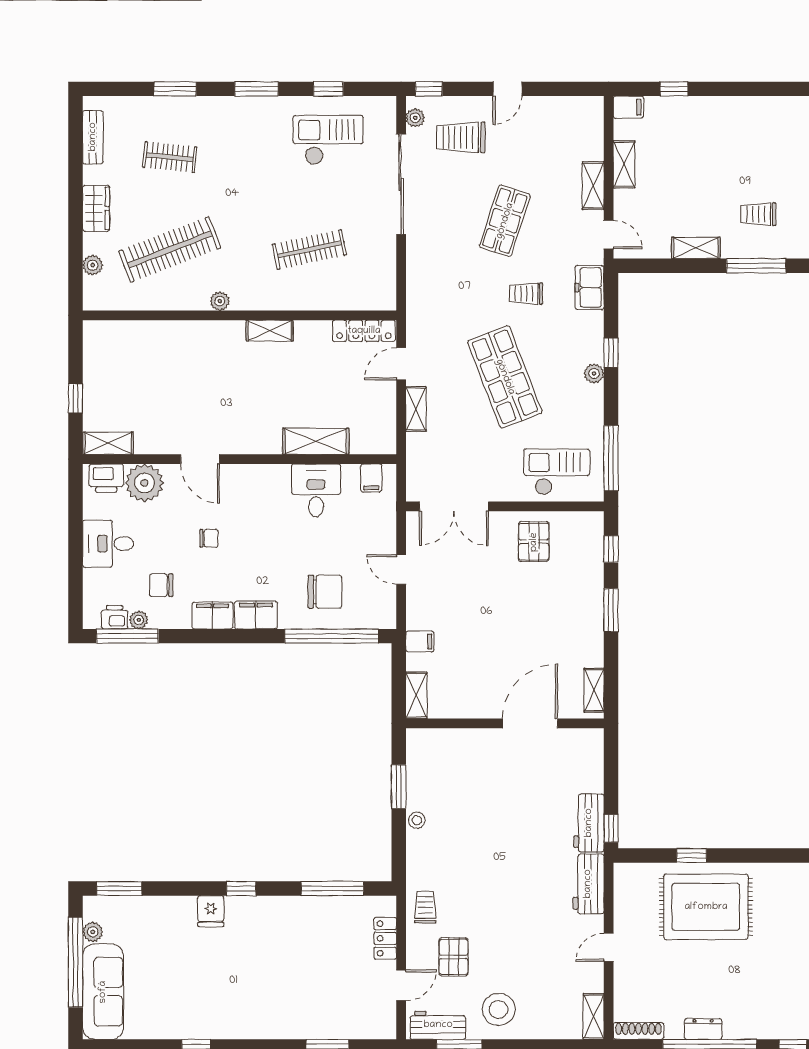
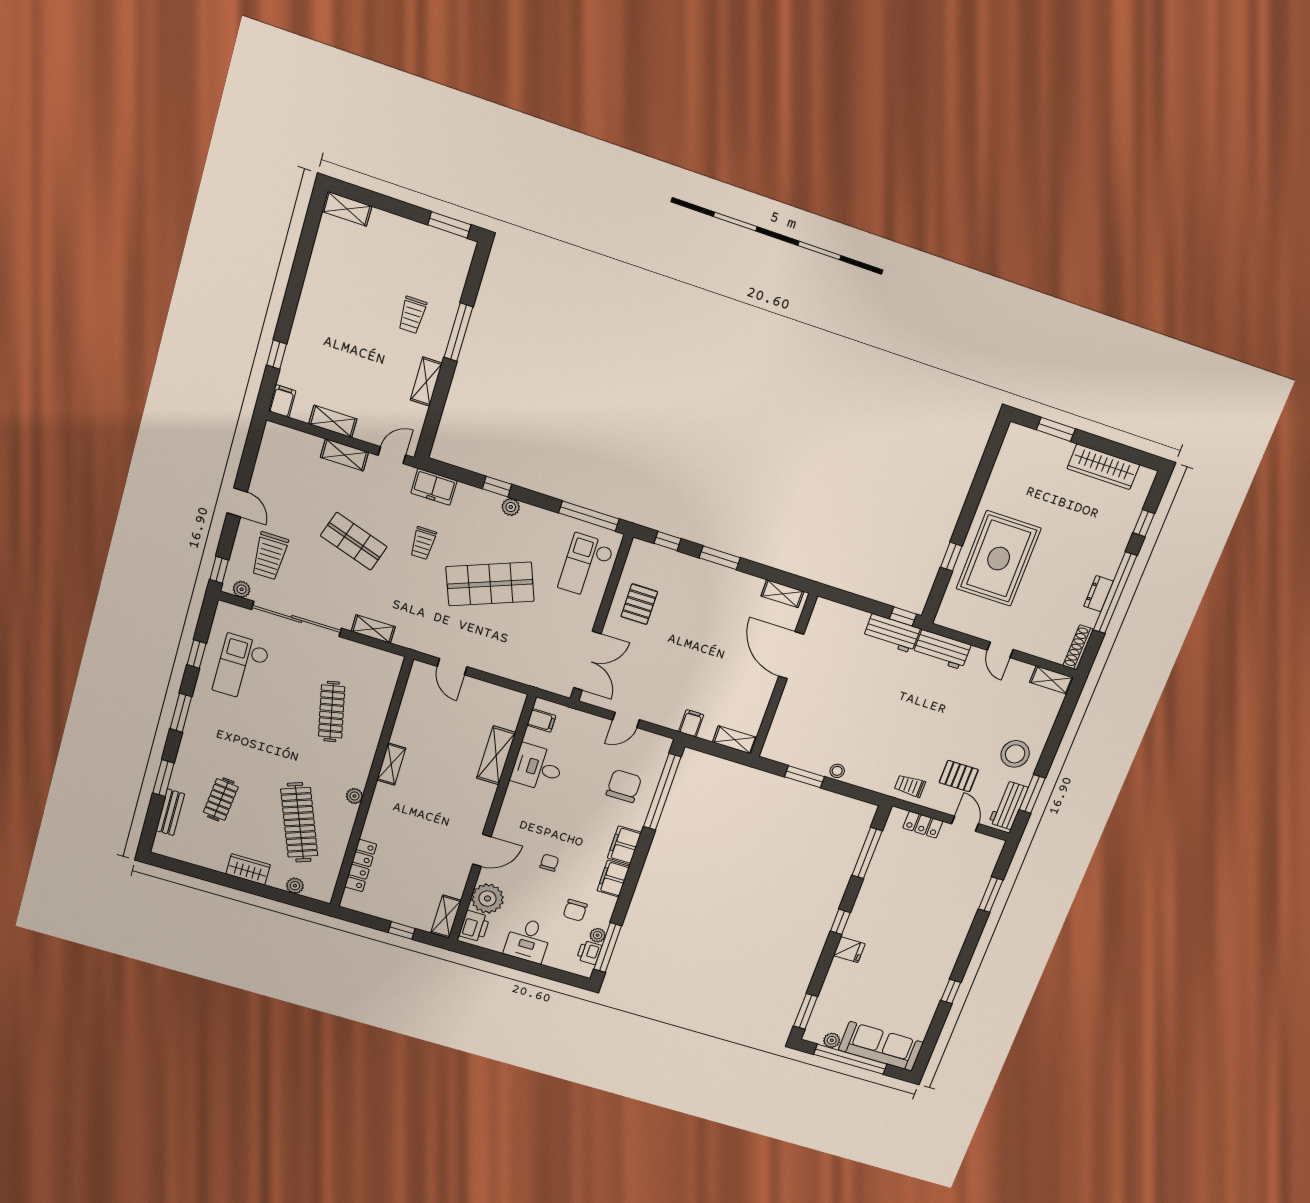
bench: (93, 137) -> (170, 812), moved, turned 90
locker: (364, 331) -> (361, 866), moved
shelving: (416, 409) -> (373, 629), moved
pallet: (534, 542) -> (639, 604), turned 90

